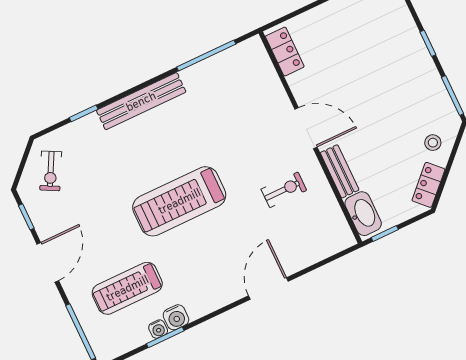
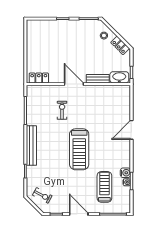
door: (306, 128) -> (74, 84), hinge flipped
exercise bike: (284, 190) -> (62, 110), moved
treadmill: (127, 288) -> (104, 187), turned 180
door: (268, 289) -> (131, 130), hinge flipped

